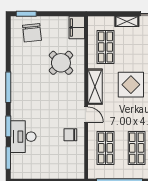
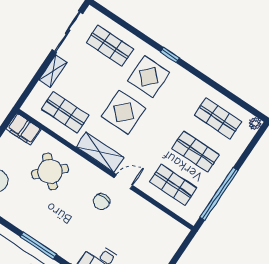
chair: (70, 135) -> (101, 202), moved

